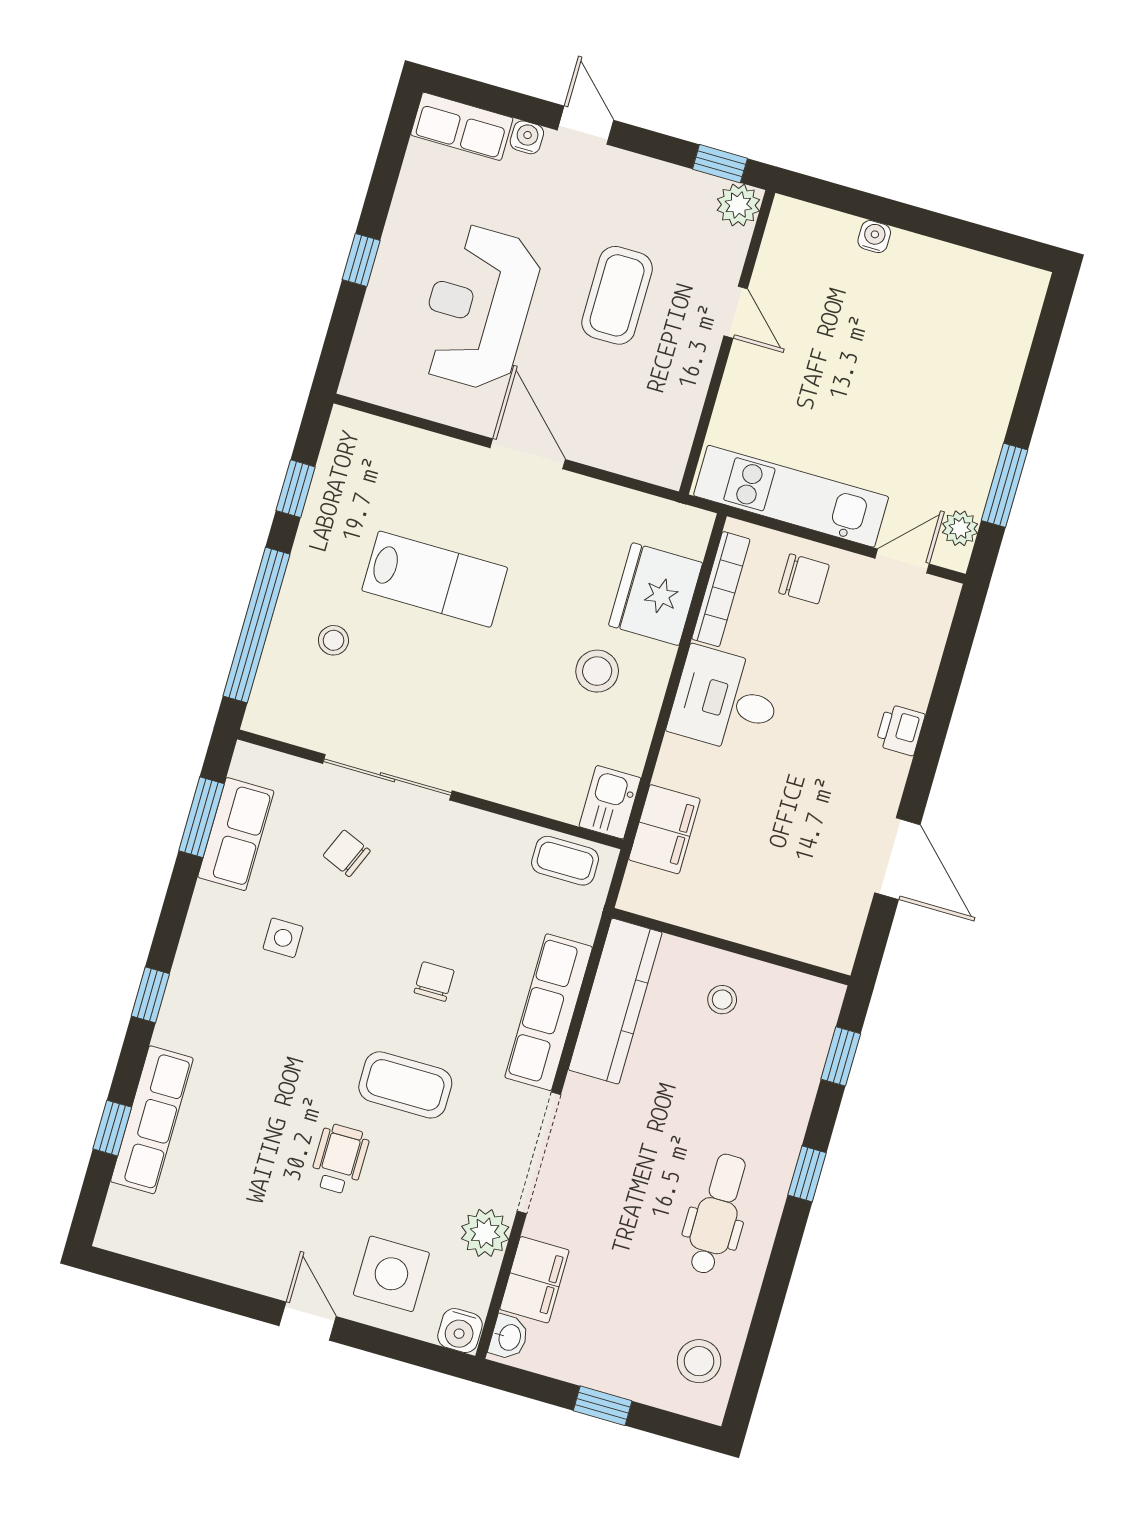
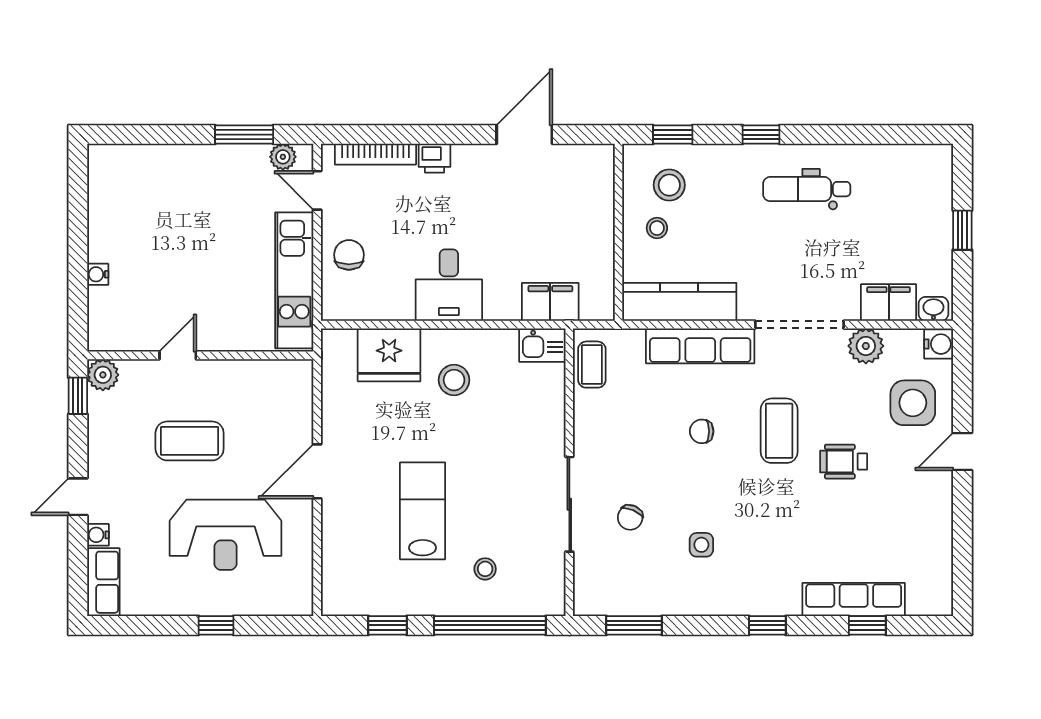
bookcase: (721, 589) -> (375, 154), moved, turned 180
row of seats: (236, 834) -> (639, 598), removed
stool: (699, 1361) -> (669, 185), moved

